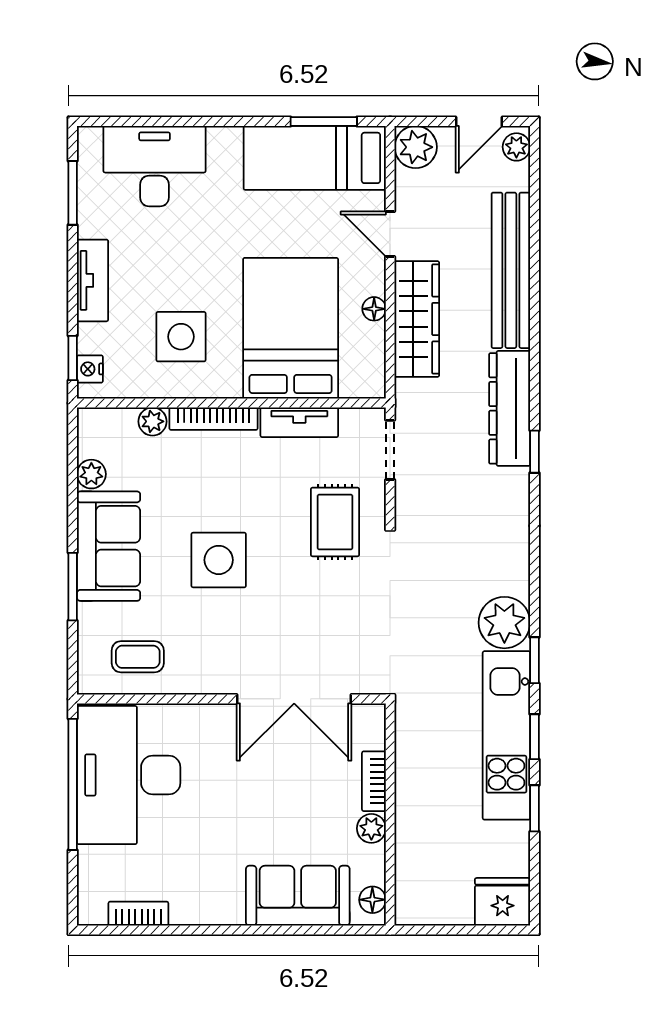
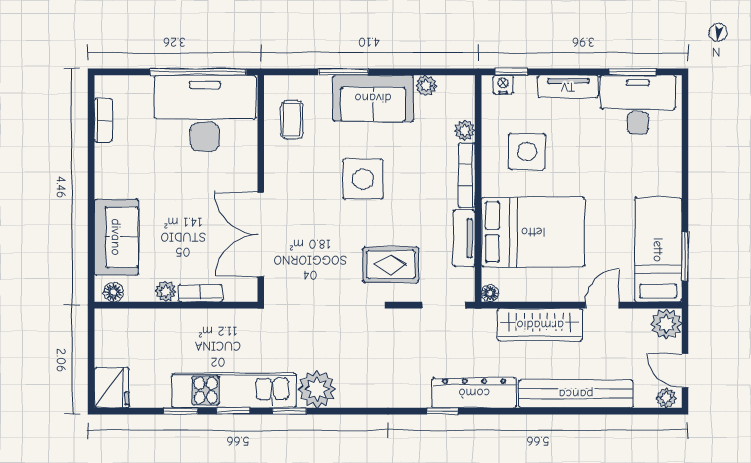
desk: (155, 166) -> (638, 105), moved, turned -90
floor lamp: (374, 309) -> (490, 293), moved

